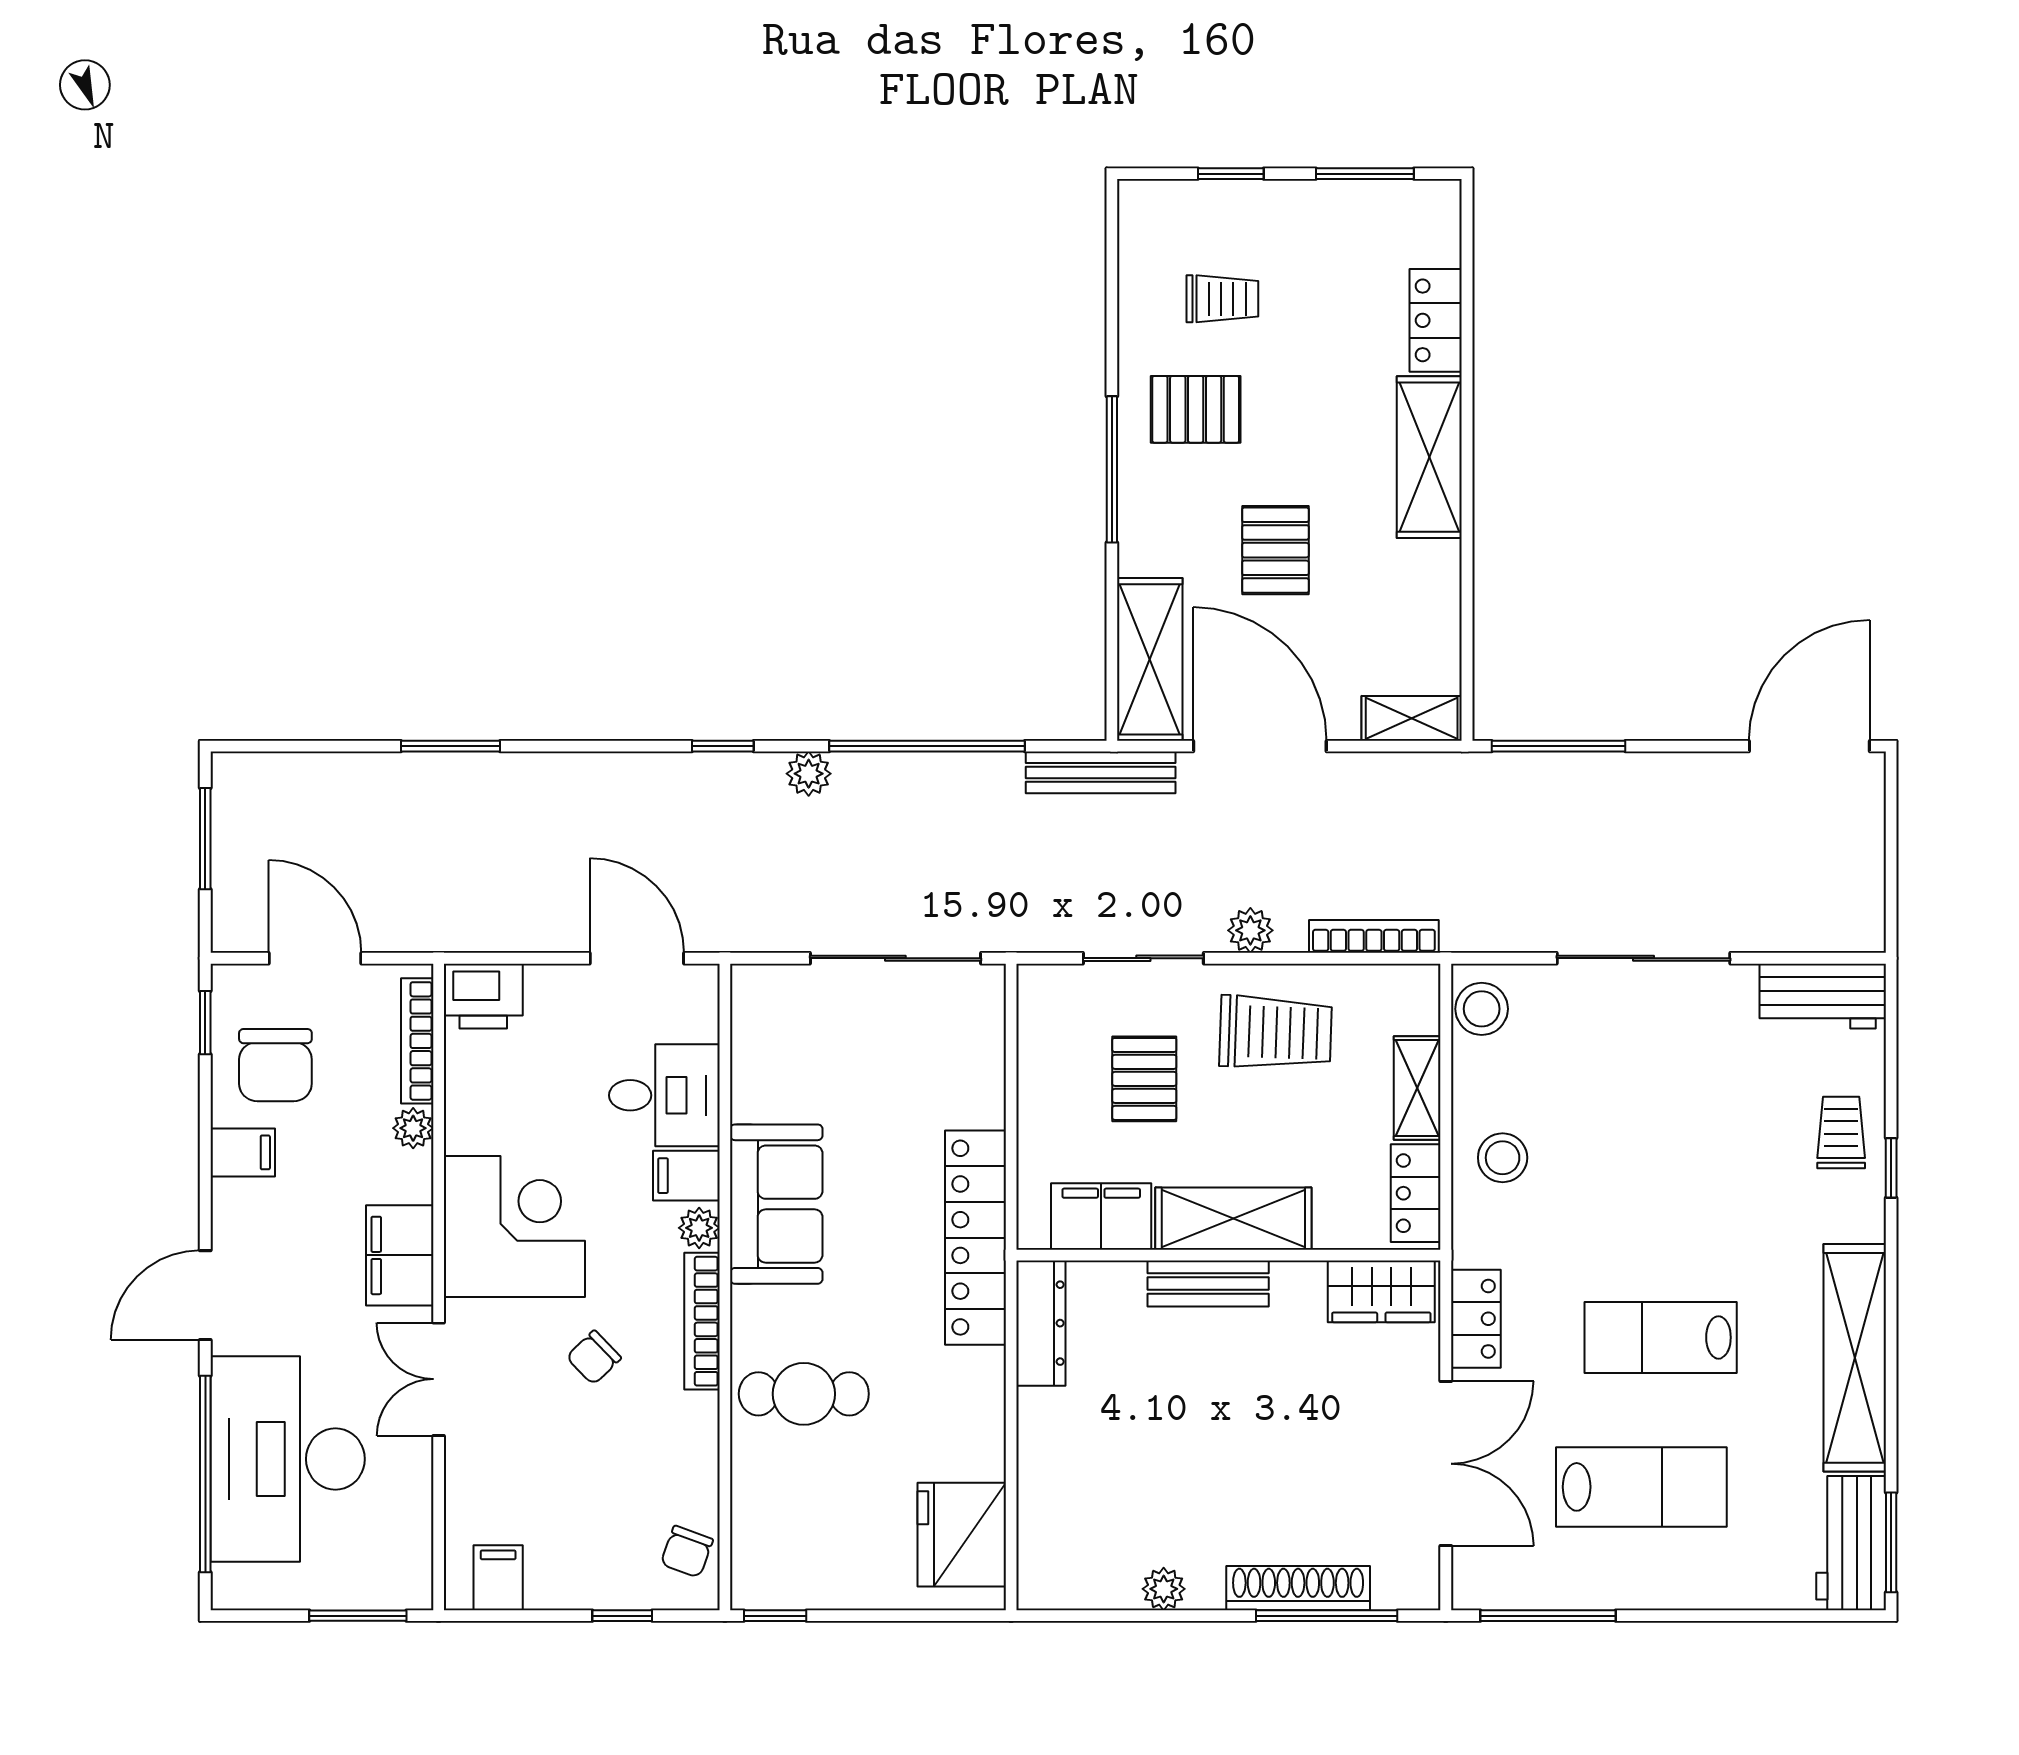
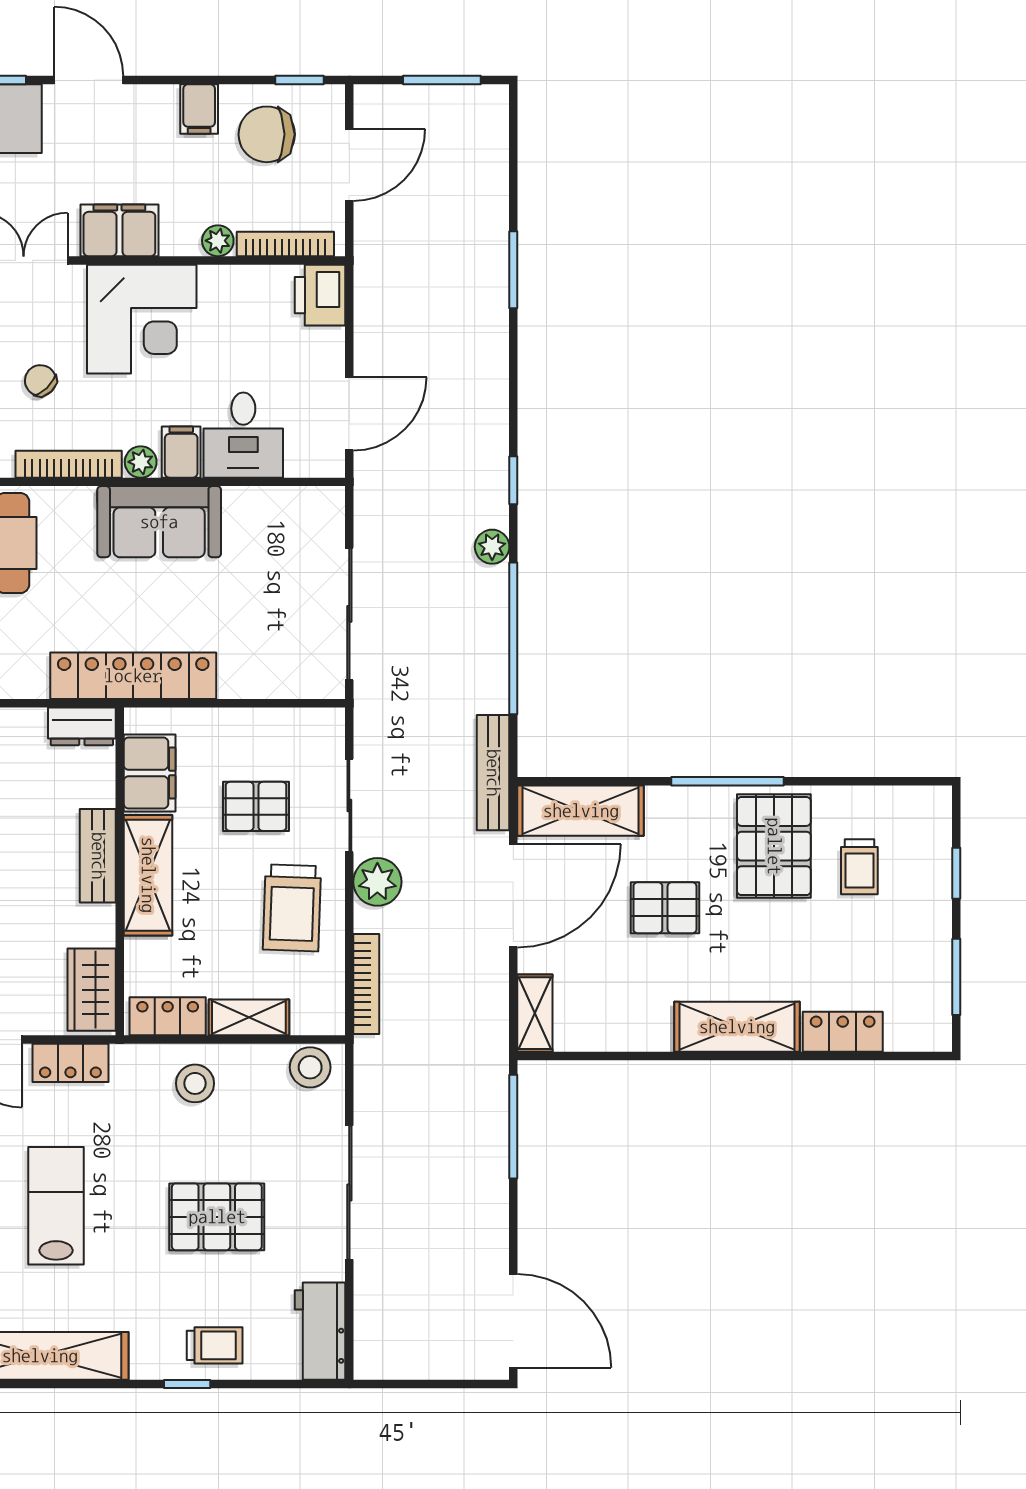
pallet: (1196, 409) -> (774, 846), width x1.50, depth x1.42
plant: (1250, 930) -> (377, 882), width x1.38, depth x1.38
pallet: (1675, 1130) -> (217, 1217), added
dresser: (1041, 1323) -> (82, 726), width x0.70

